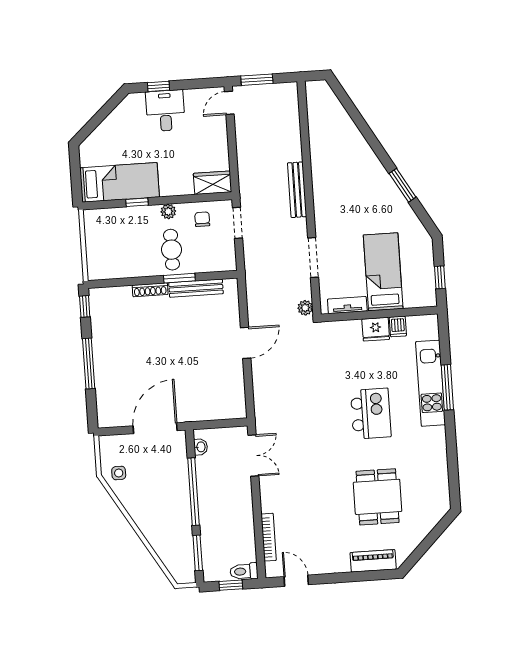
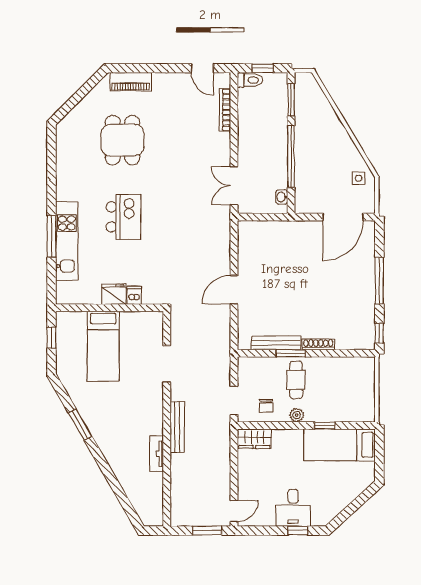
tv unit: (347, 305) -> (156, 454), moved, turned 90
plant: (305, 308) -> (177, 318), removed
dishwasher: (398, 326) -> (134, 295), moved
kitchen island: (371, 414) -> (123, 217), turned 180
door: (155, 428) -> (343, 217), moved

